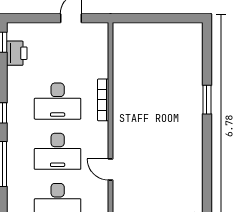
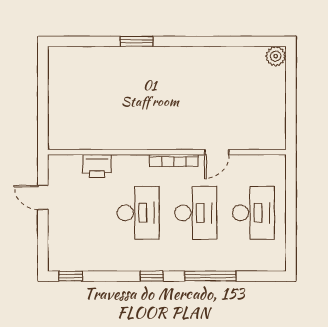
printer: (17, 53) -> (97, 166), moved, turned 180
bookcase: (103, 100) -> (174, 161), moved

